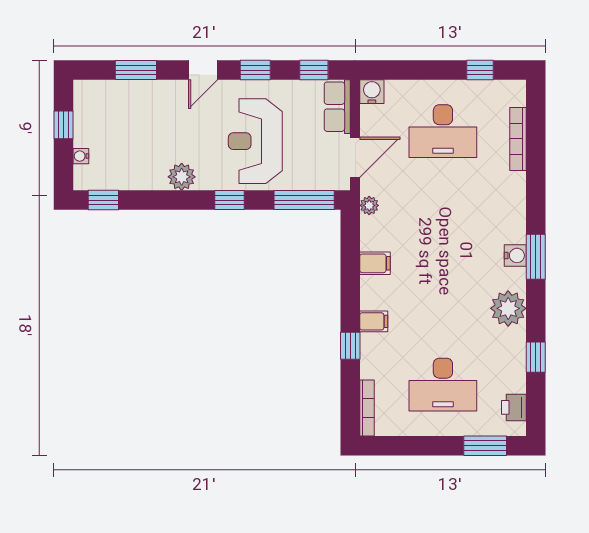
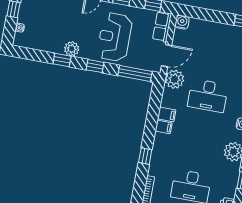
desk: (443, 131) -> (208, 96), moved
window: (103, 200) -> (62, 60), moved
plant: (369, 205) -> (175, 79), width x1.88, depth x1.88
filing cabinet: (374, 321) -> (164, 127), moved

